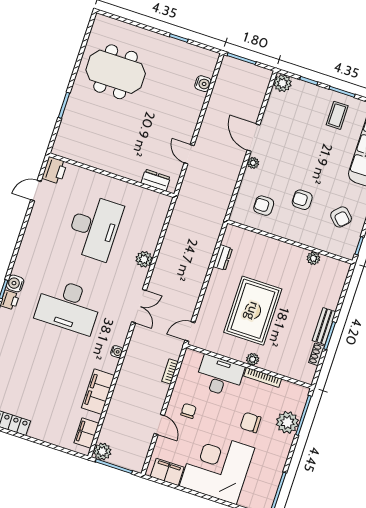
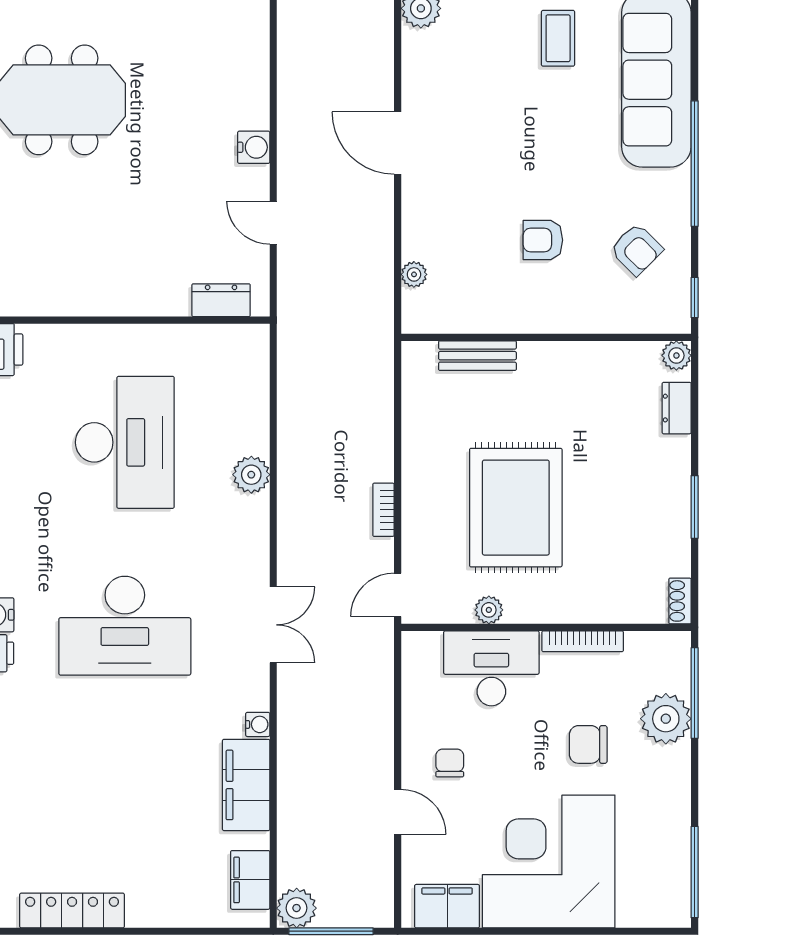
water cooler: (203, 84) -> (254, 147), moved
plant: (253, 163) -> (414, 274), moved
armchair: (264, 206) -> (466, 279), removed
dresser: (223, 258) -> (677, 408), moved, turned 180
plant: (313, 258) -> (676, 355), moved
double door: (139, 306) -> (273, 625), moved
bench: (324, 326) -> (477, 356), moved, turned 90
water cooler: (117, 352) -> (258, 724), moved
shoe rack: (317, 354) -> (680, 601), moved
plant: (253, 359) -> (489, 610), moved
bookcase: (170, 371) -> (383, 510), moved

